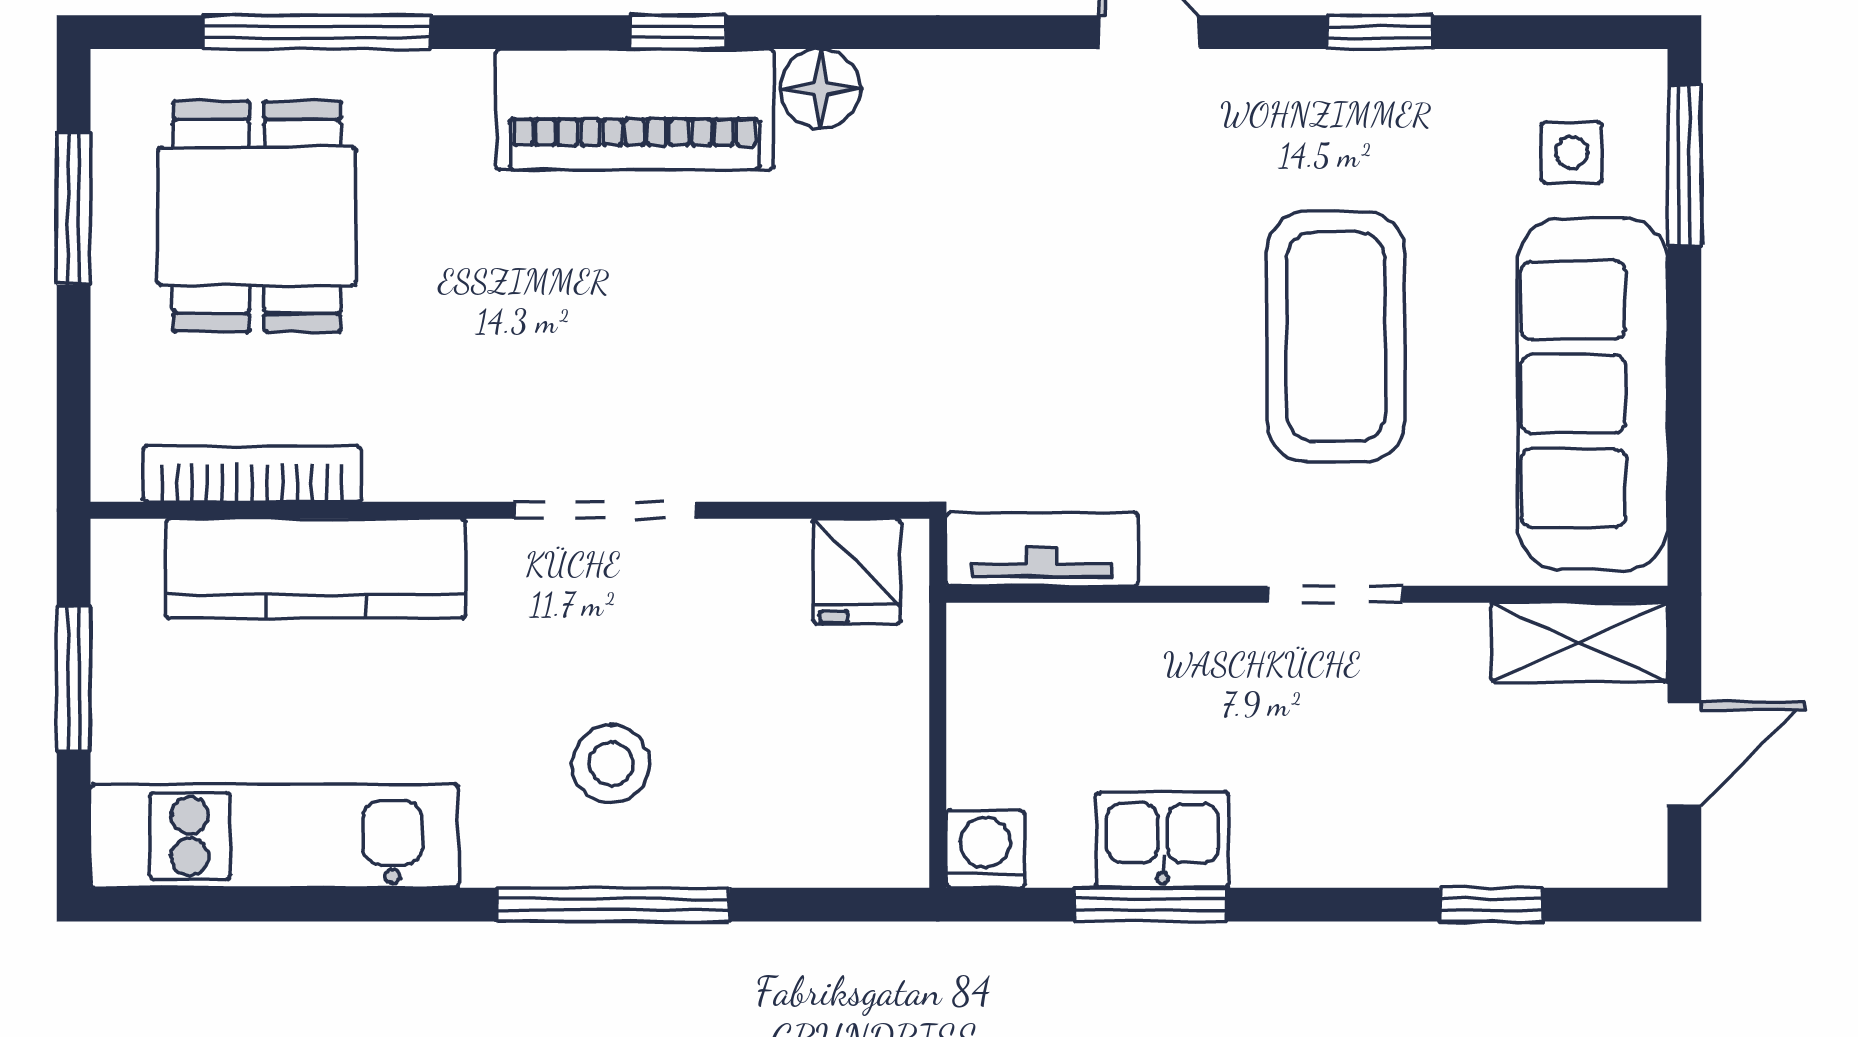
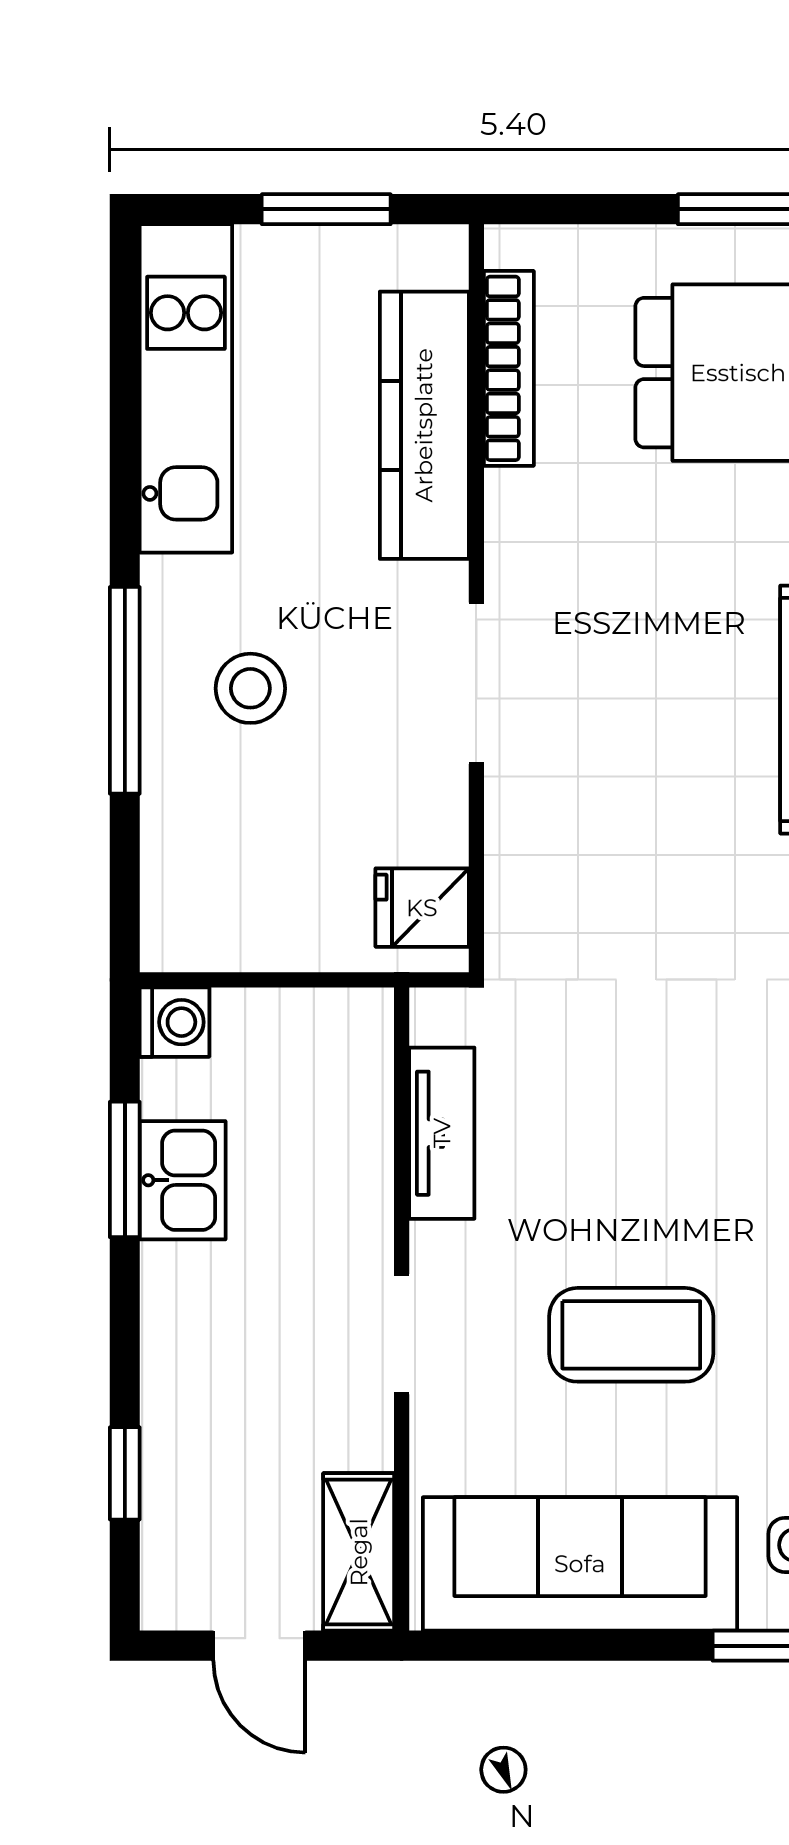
coffee table: (1336, 337) -> (631, 1335), width x0.73, depth x0.76
tv unit: (1042, 549) -> (442, 1133), moved

